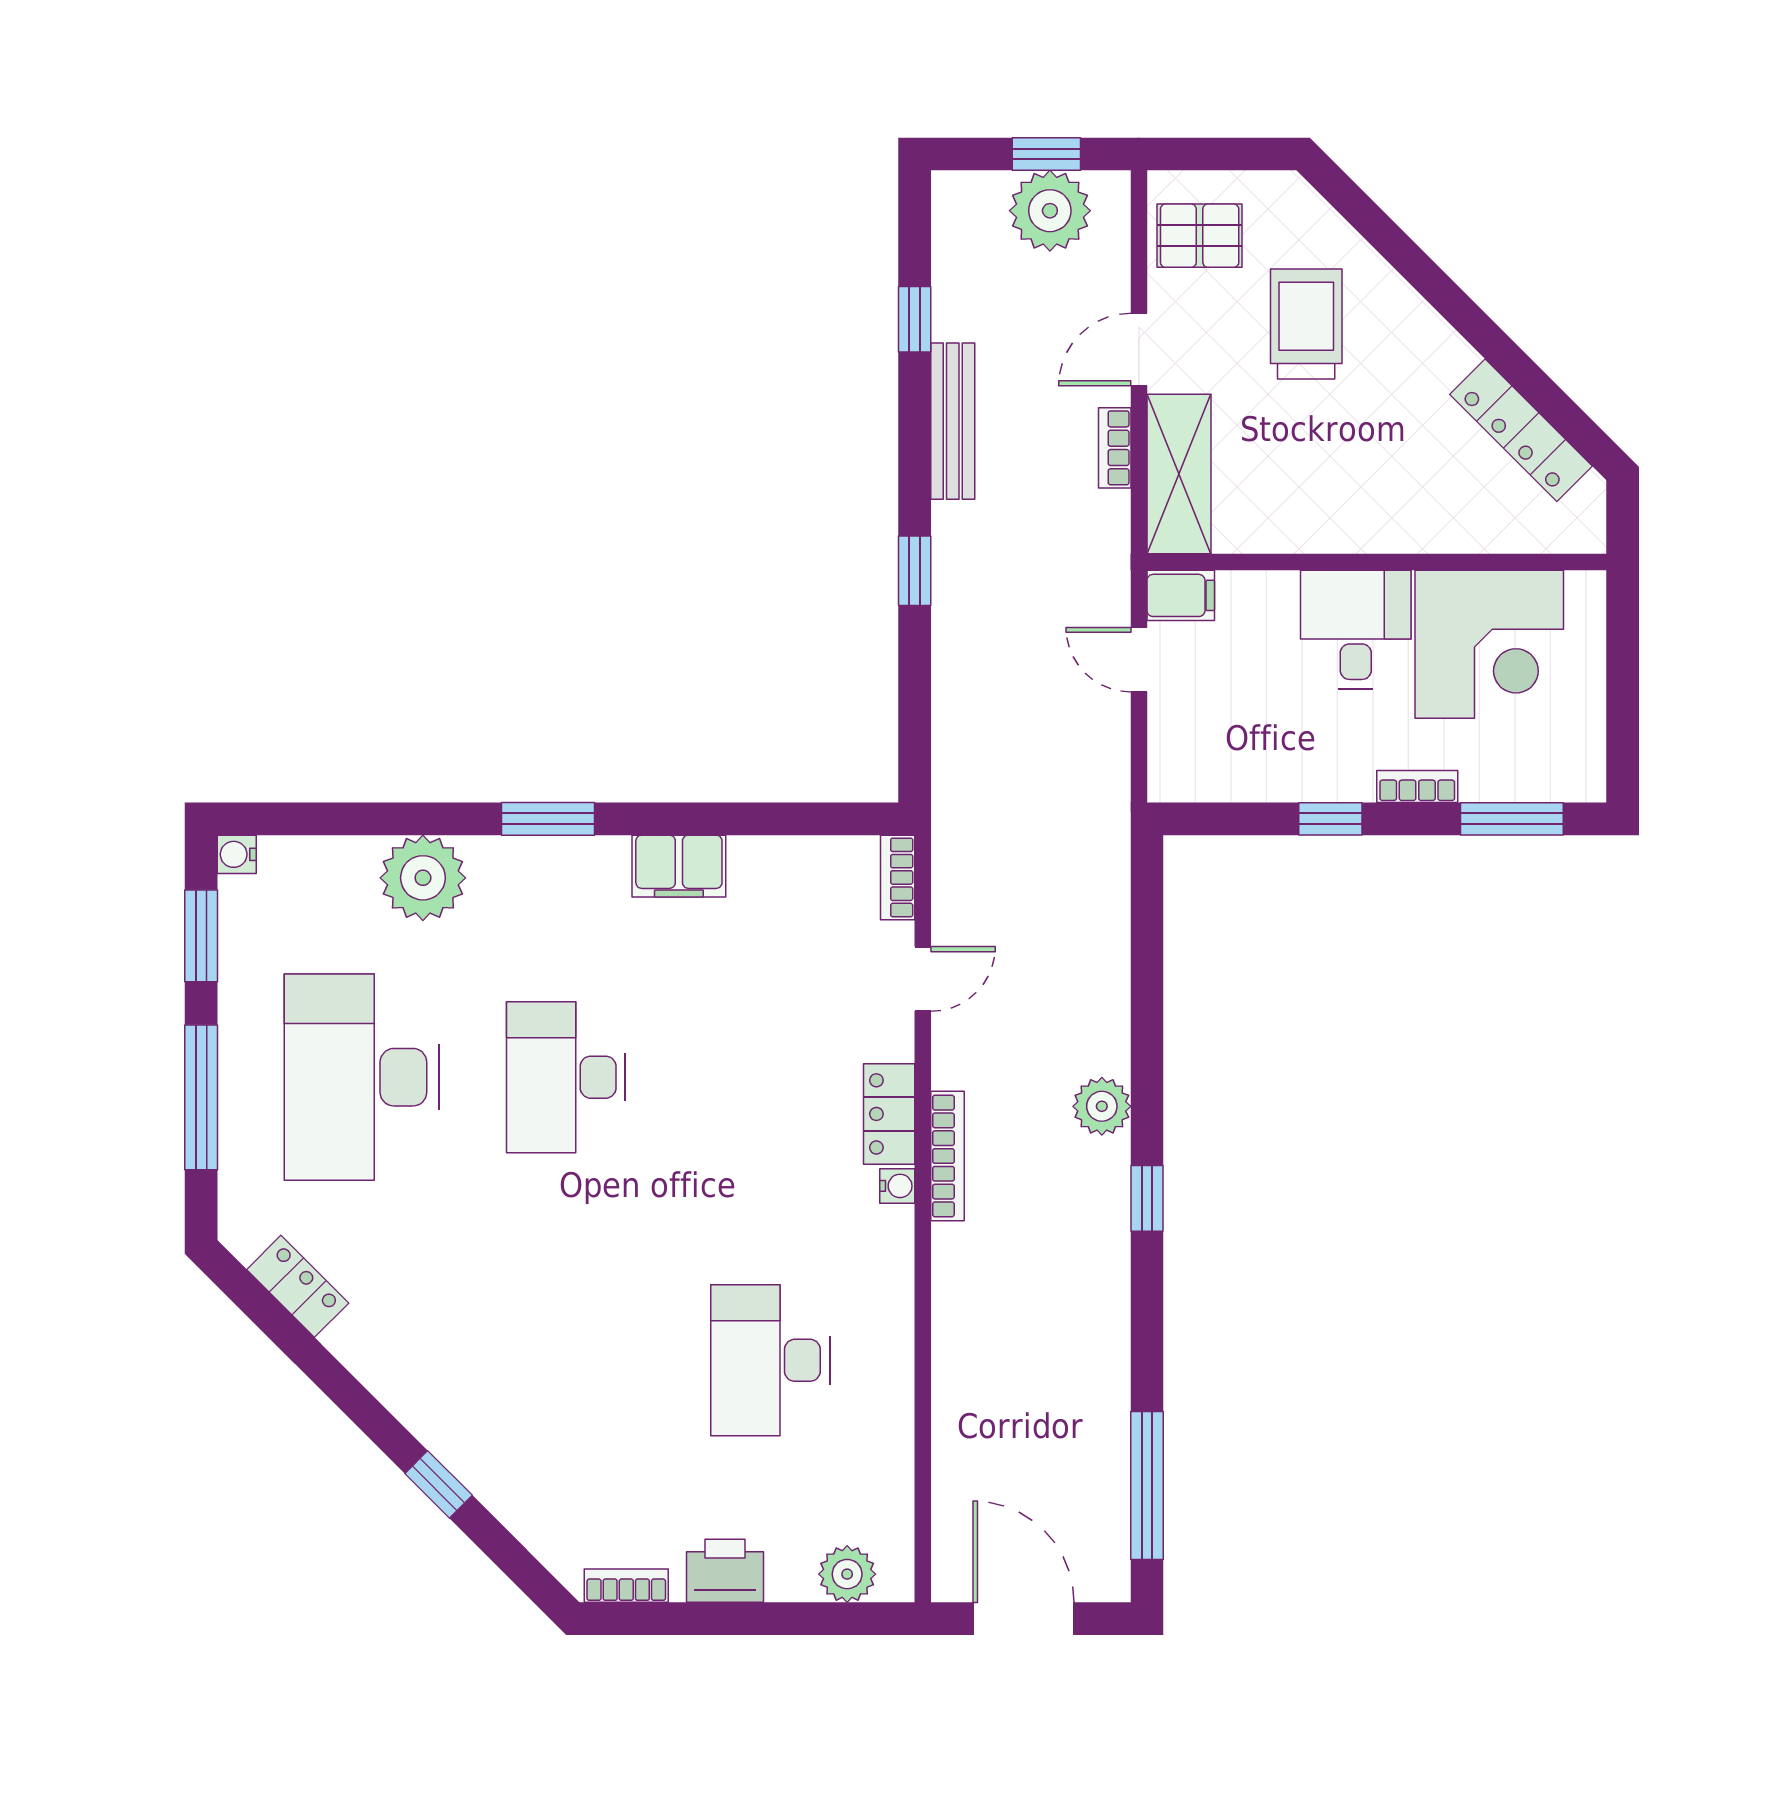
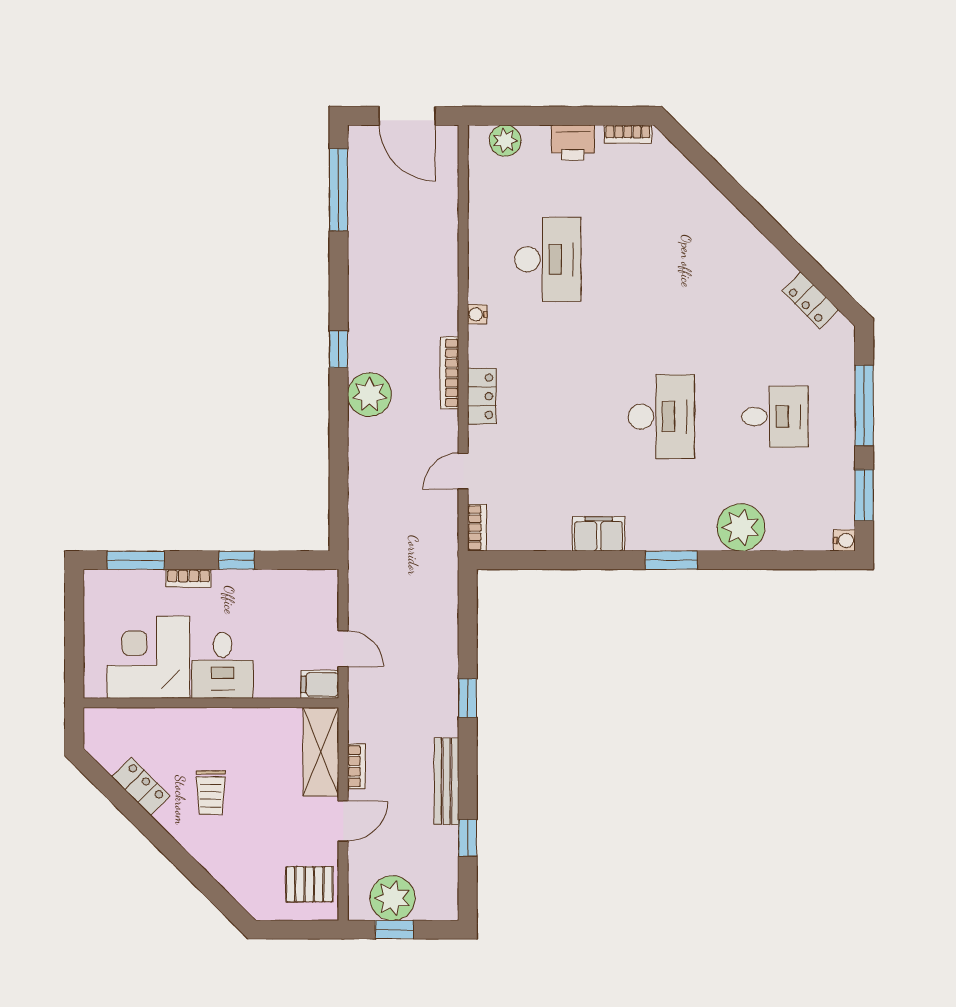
trolley: (1306, 324) -> (211, 793), moved, width x0.73, depth x0.72
locker: (1521, 430) -> (141, 786), width x0.66
desk: (362, 1077) -> (775, 417), width x0.53, depth x0.77
plant: (1102, 1106) -> (369, 395), width x1.36, depth x1.36
water cooler: (897, 1186) -> (477, 314), moved
window: (439, 1484) -> (732, 190), removed

